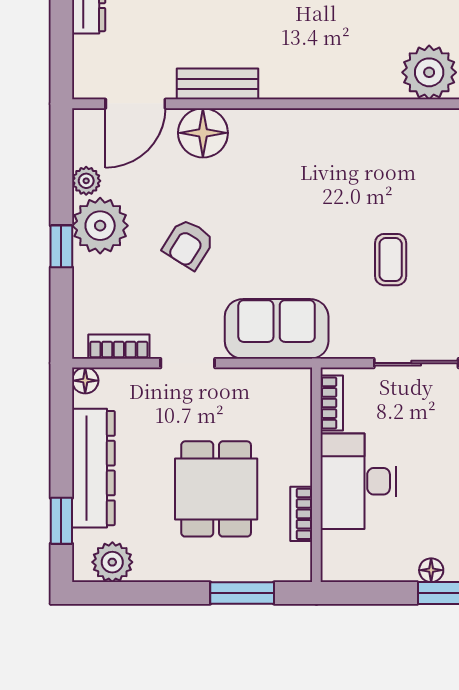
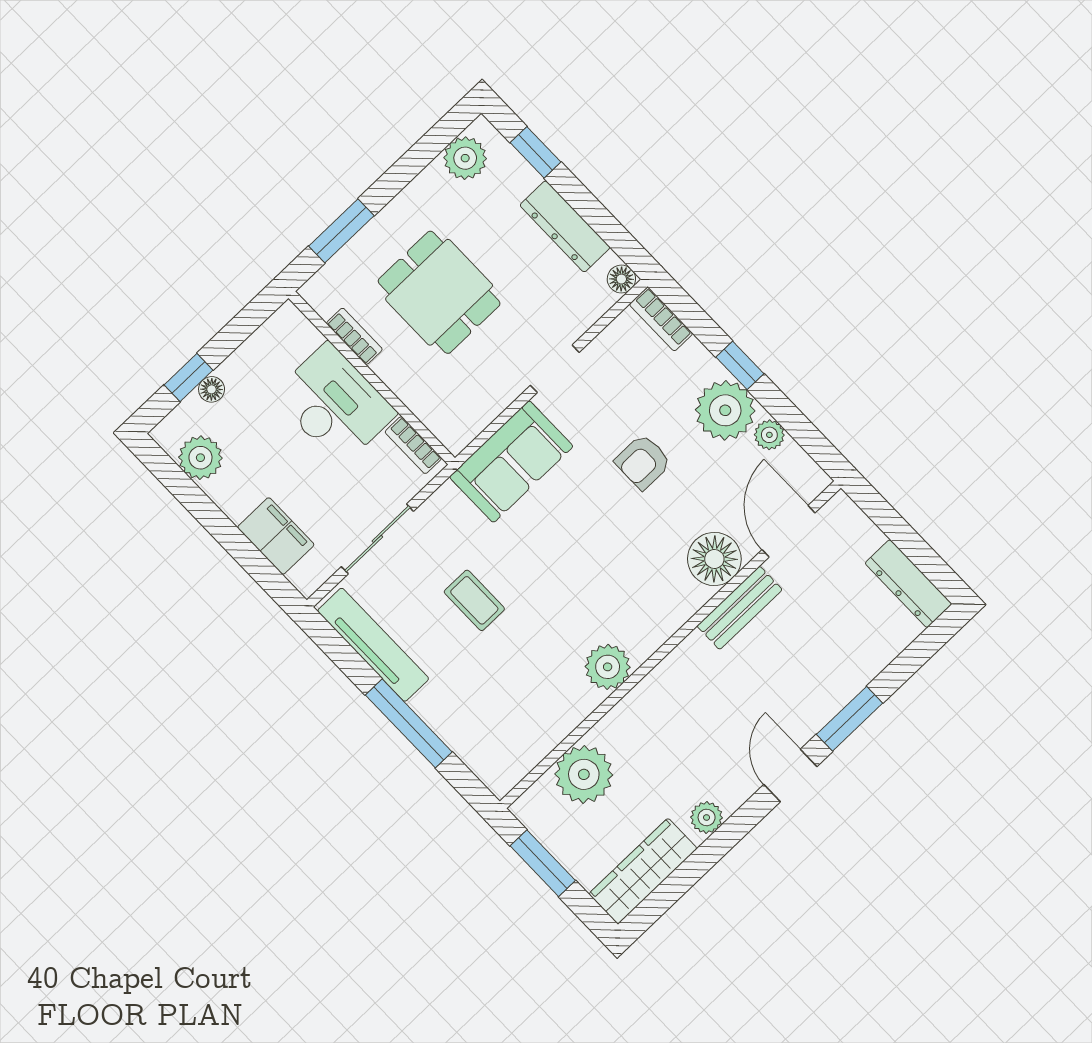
plant: (344, 129) -> (608, 667), added
armchair: (188, 244) -> (643, 462), turned -122
bookcase: (119, 347) -> (661, 319), moved, turned 90
dresser: (93, 468) -> (565, 226), width x0.73, depth x0.80

